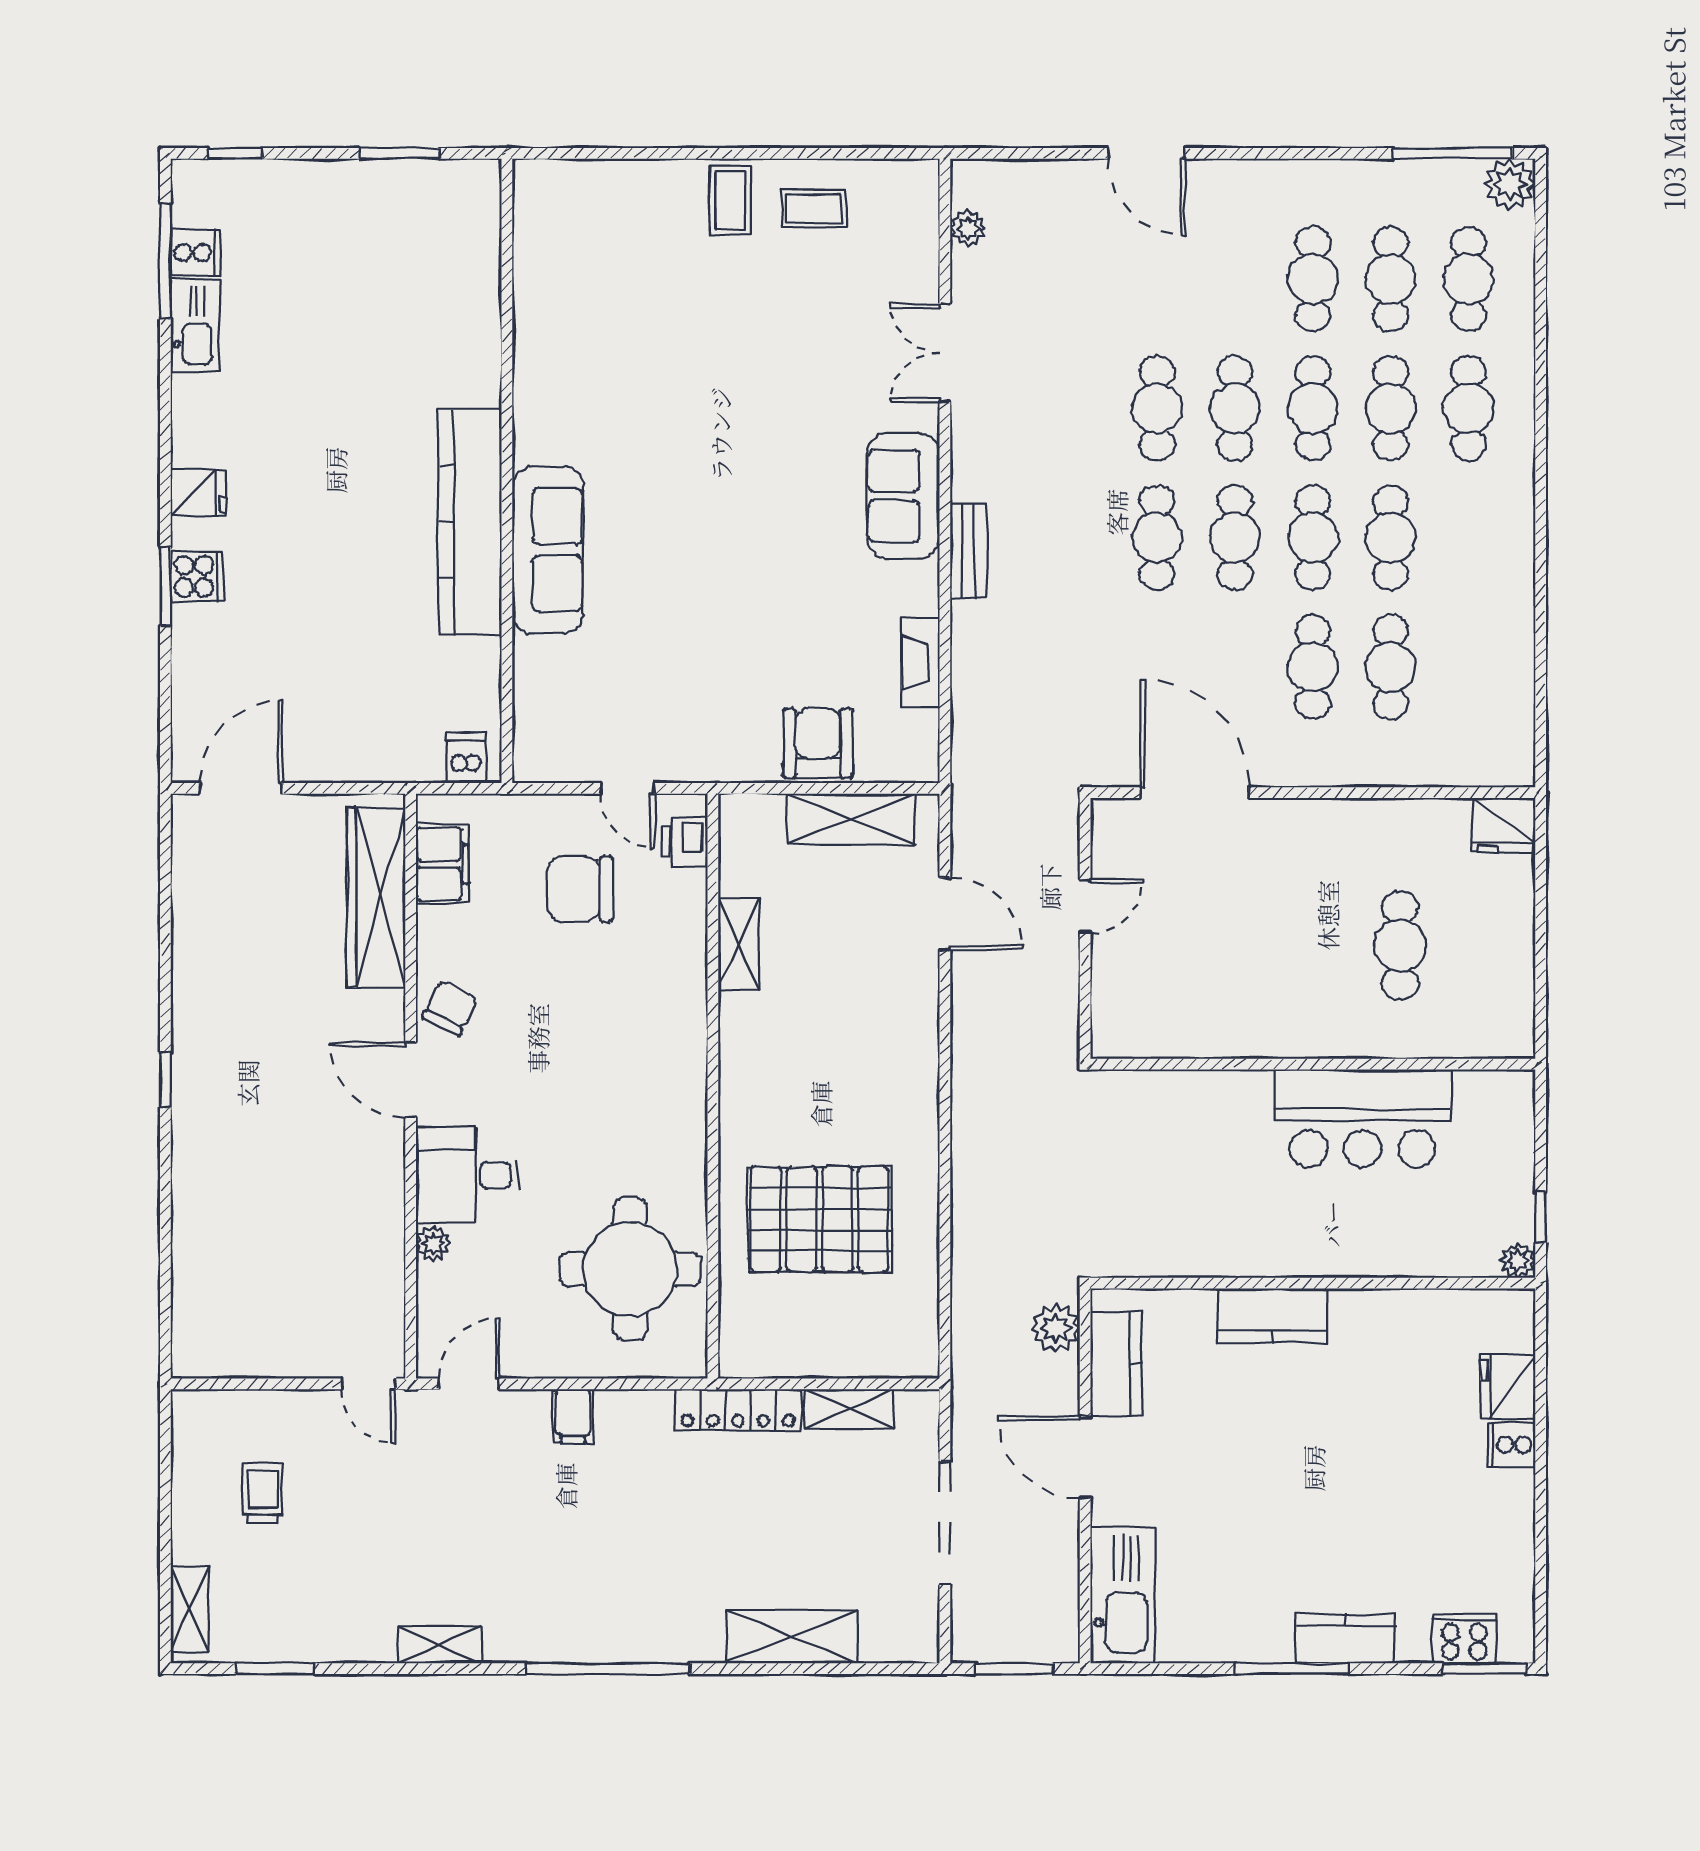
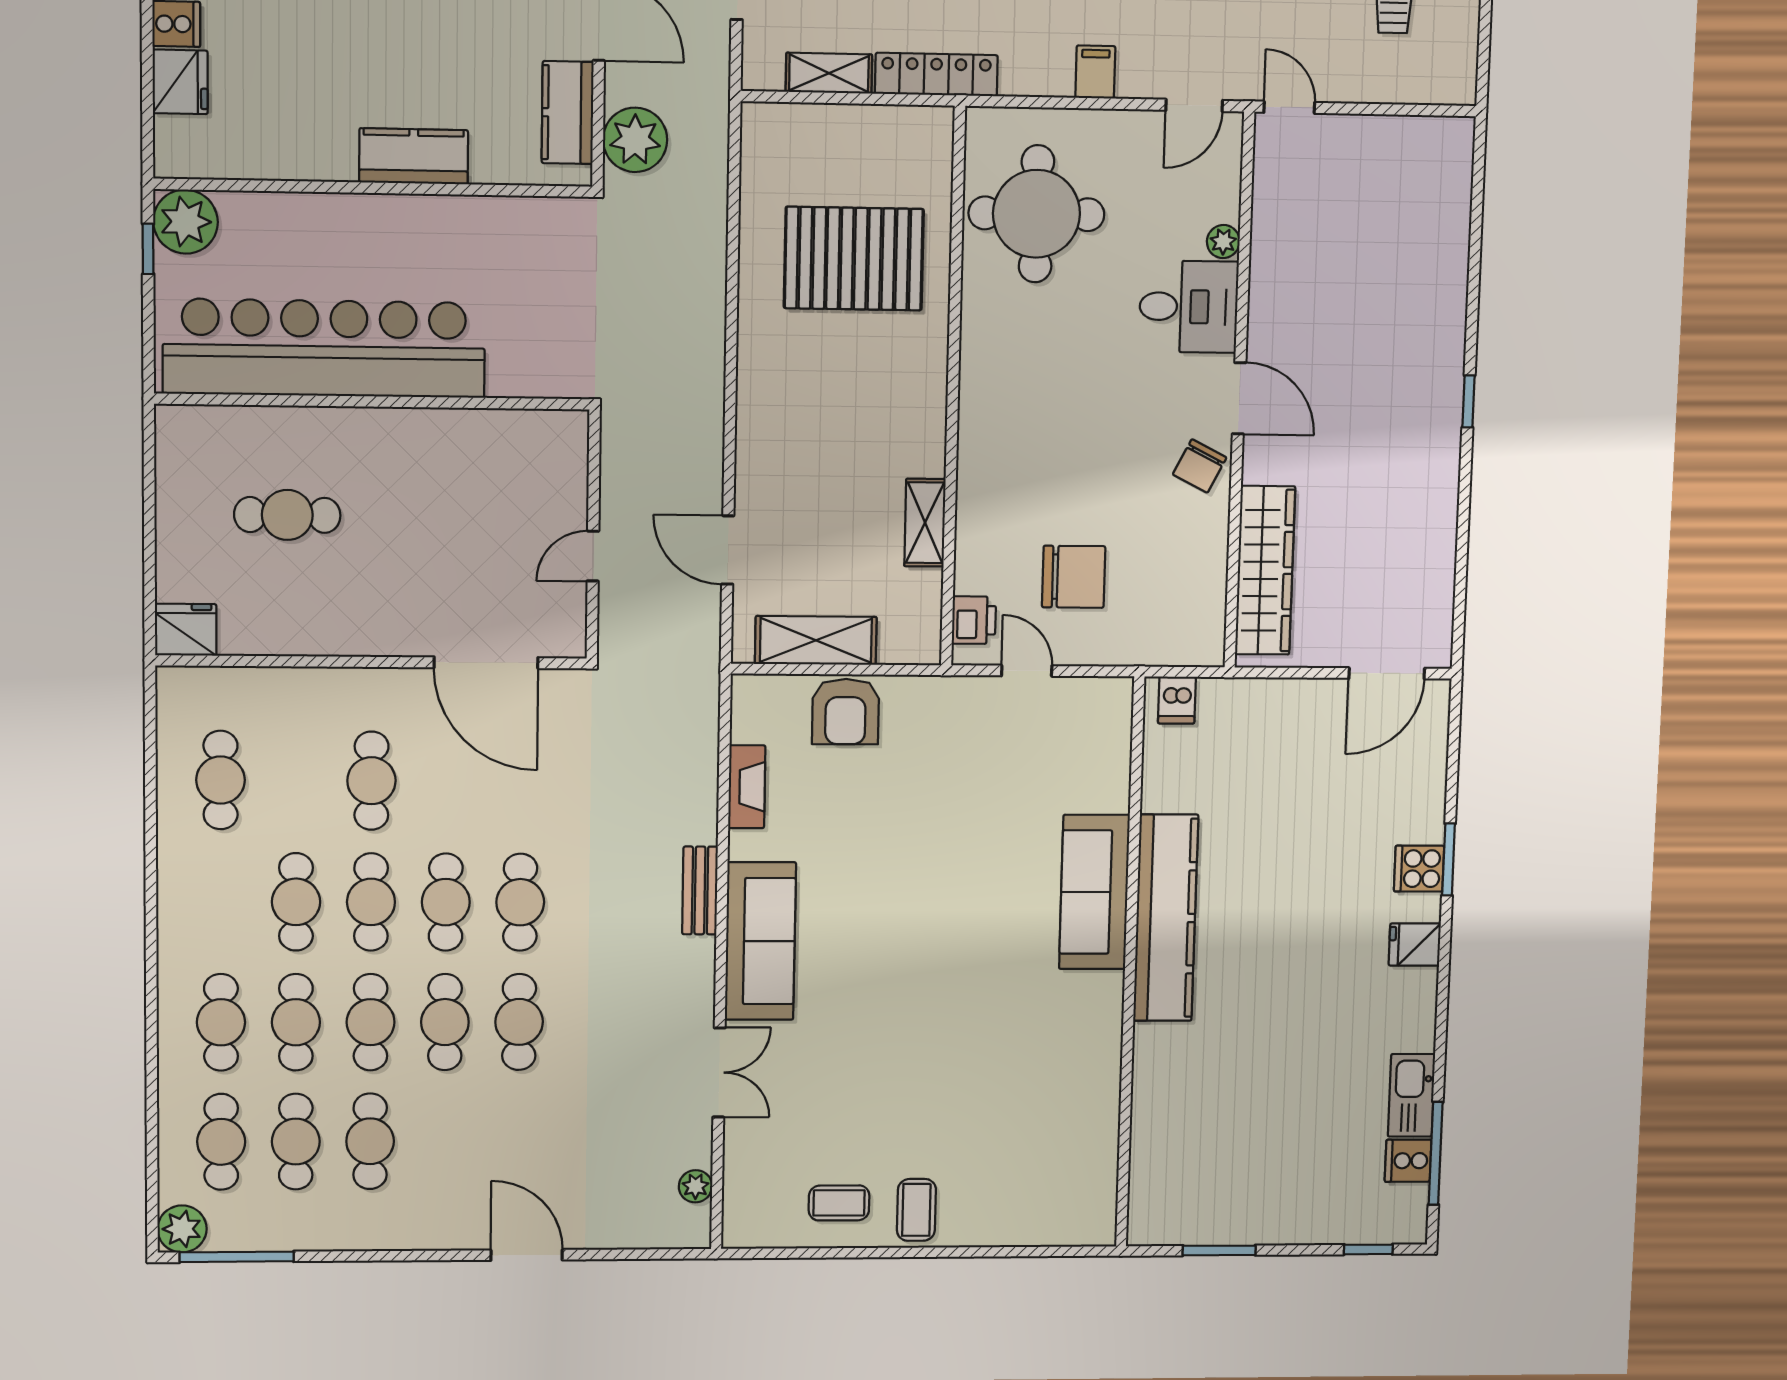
sofa: (903, 496) -> (760, 941), width x1.36
cafe table: (1391, 667) -> (221, 780), moved
filing cabinet: (442, 864) -> (1202, 601), removed
cafe table: (1400, 946) -> (287, 515), turned 90
bar counter: (1363, 1118) -> (324, 348), width x1.86
plant: (1518, 1261) -> (186, 222), width x1.87, depth x1.87
plant: (1056, 1328) -> (635, 140), width x1.36, depth x1.36

